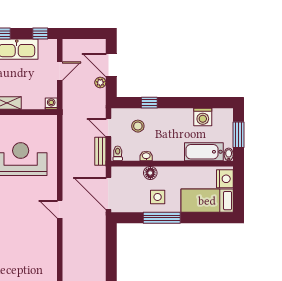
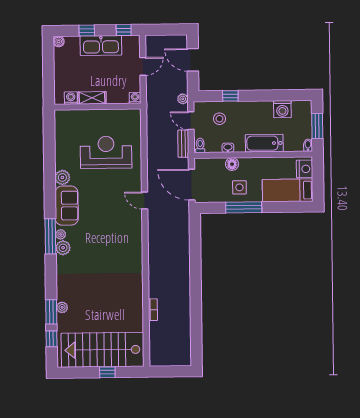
plant: (100, 83) -> (183, 99), moved
bathtub: (204, 152) -> (264, 143), moved

